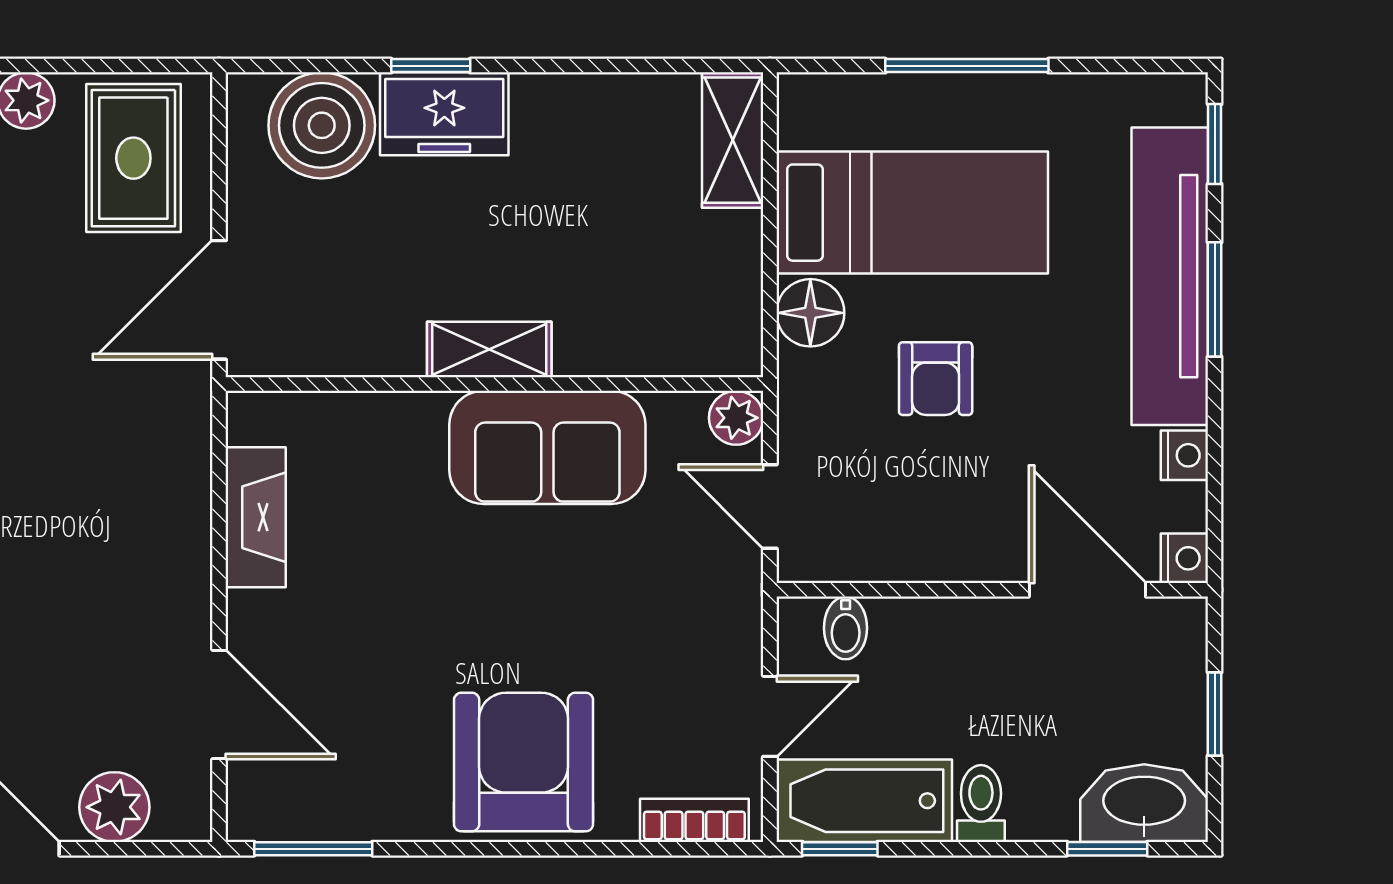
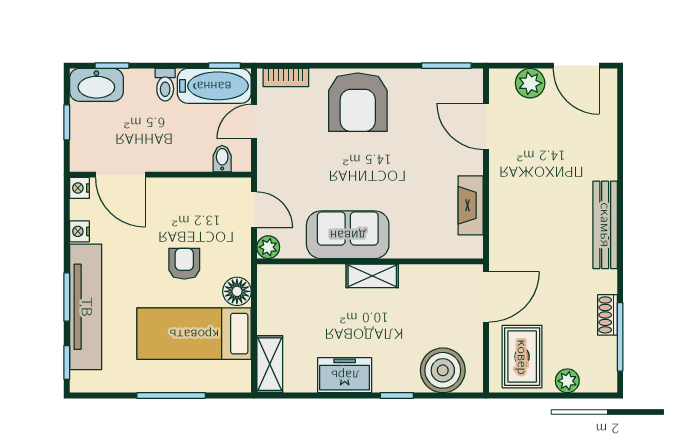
freezer: (444, 114) -> (345, 375), moved

